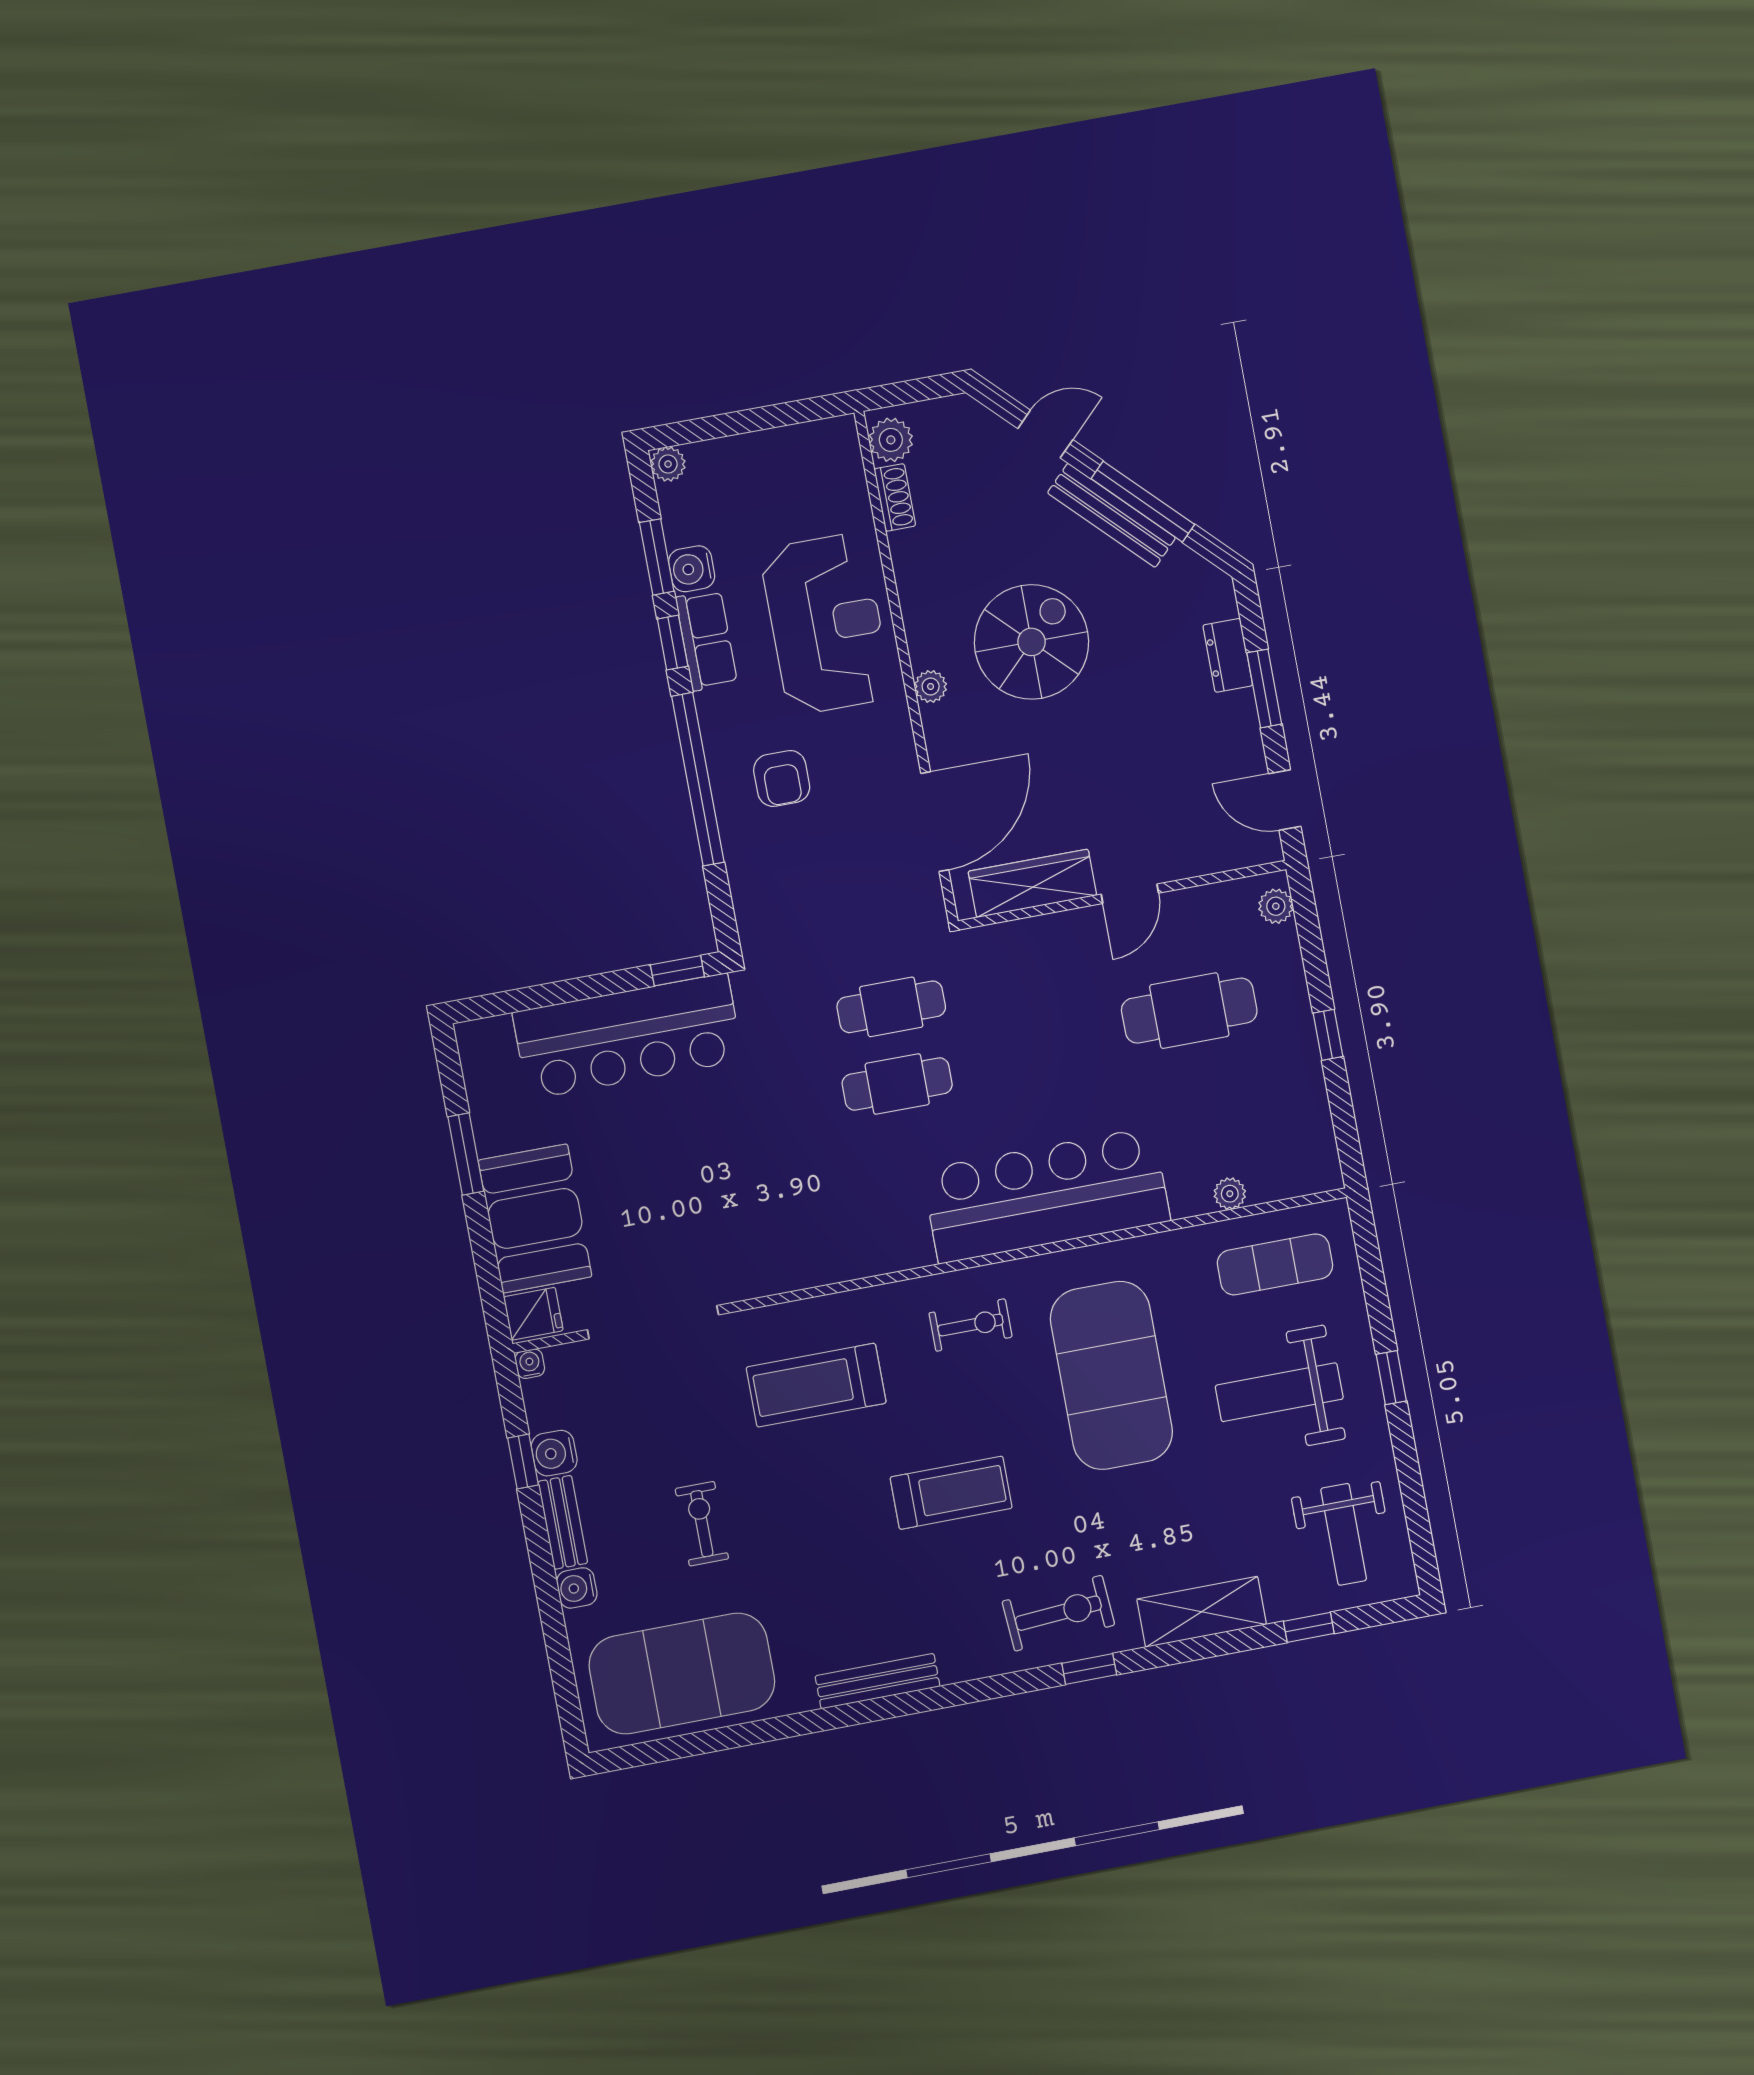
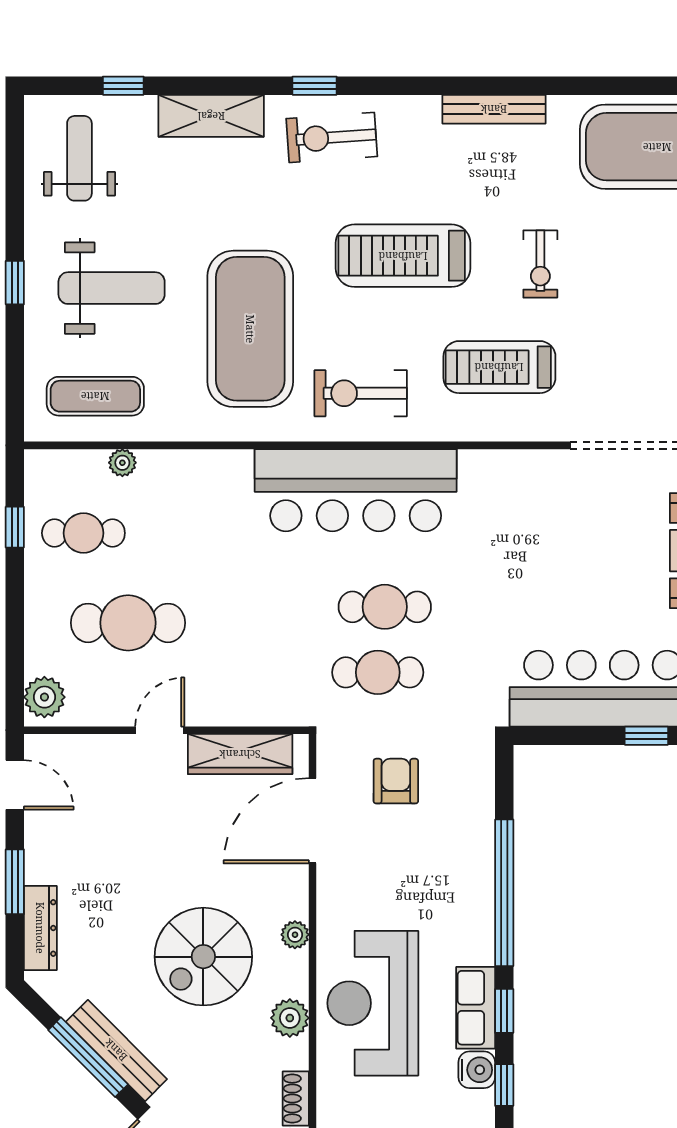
window: (657, 557) -> (504, 1085), width x0.67
plant: (919, 589) -> (290, 1018), added
dresser: (1228, 655) -> (40, 928), width x1.44
armchair: (782, 778) -> (396, 781), moved
plant: (1276, 906) -> (44, 697), width x1.38, depth x1.38
window: (677, 971) -> (646, 736), moved
window: (1328, 1035) -> (15, 527), moved
cafe table: (1260, 1105) -> (83, 533), added
bar counter: (1046, 1195) -> (356, 490), moved
exercise bike: (970, 1325) -> (361, 393), width x1.38, depth x1.39
treadmill: (816, 1385) -> (499, 367), turned 180
treadmill: (951, 1493) -> (403, 256), width x1.37, depth x1.38
exercise bike: (702, 1524) -> (540, 264), moved

